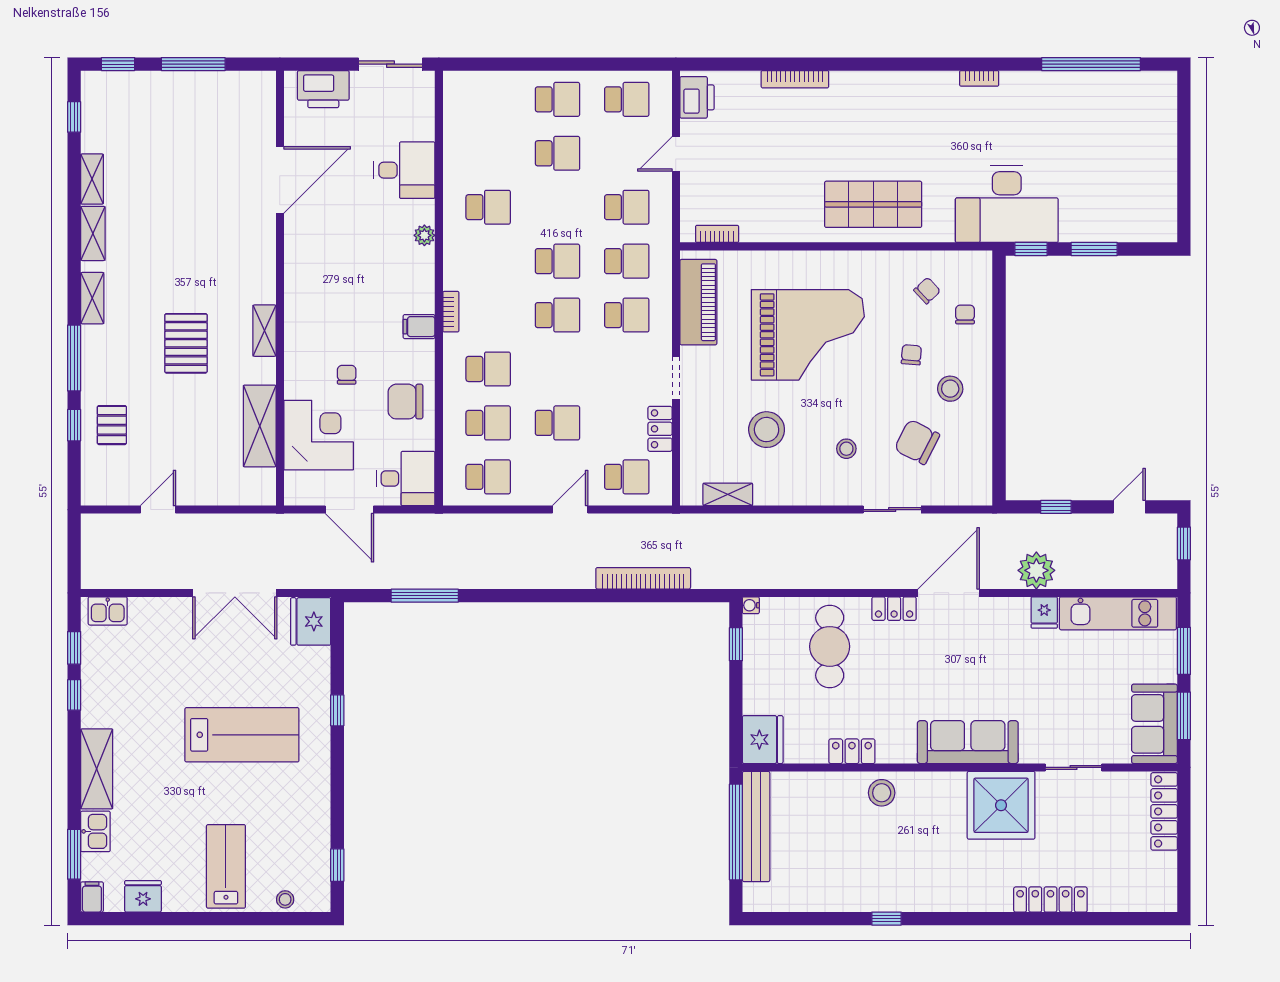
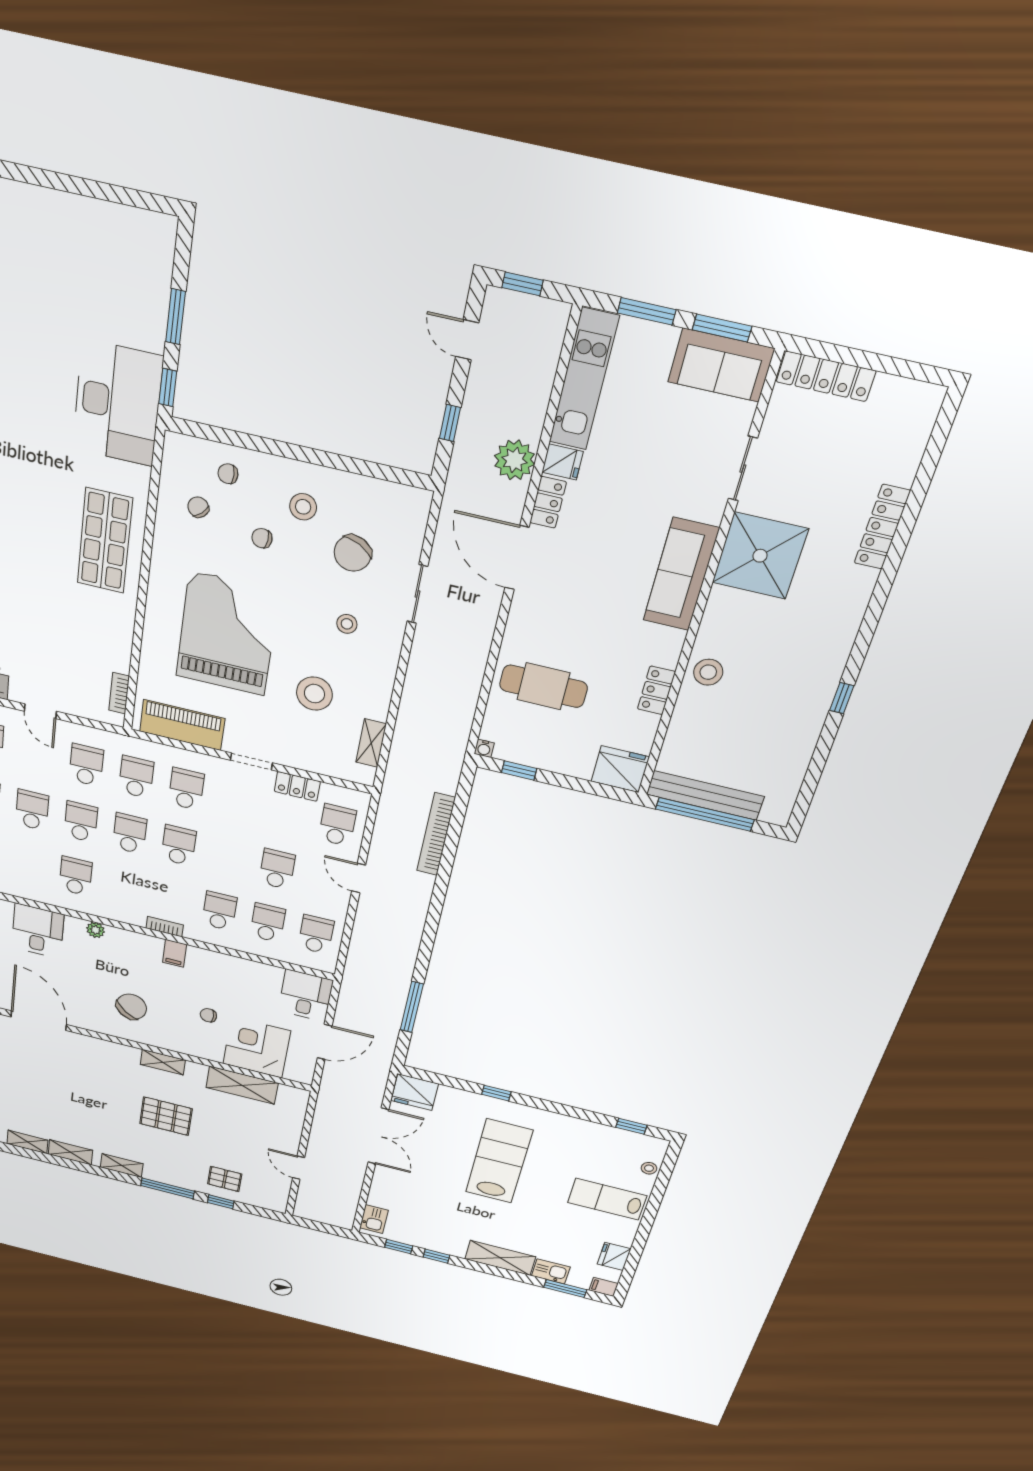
school desk: (557, 207) -> (81, 822), added
chair: (405, 402) -> (131, 1007), moved, turned -143
locker: (894, 609) -> (548, 502), moved

